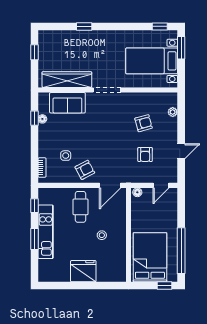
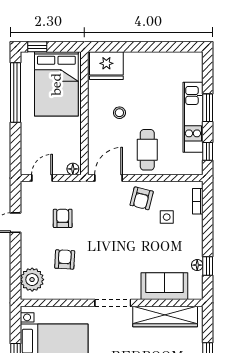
plant: (173, 112) -> (32, 280), width x1.88, depth x1.88
armchair: (144, 123) -> (65, 259), turned 108
armchair: (85, 170) -> (142, 198), turned -48
fridge: (83, 271) -> (106, 66), moved

